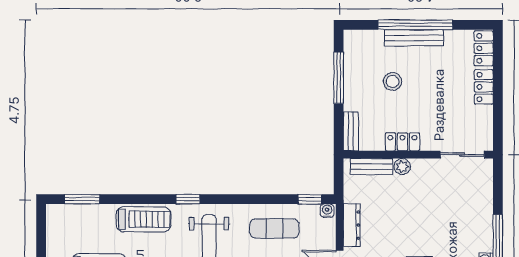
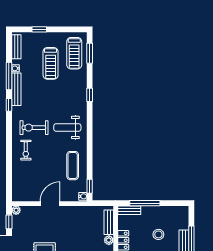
window: (339, 78) -> (145, 203), moved
window: (188, 199) -> (90, 95), moved
treadmill: (144, 219) -> (74, 53), moved
dresser: (352, 225) -> (75, 211), removed

